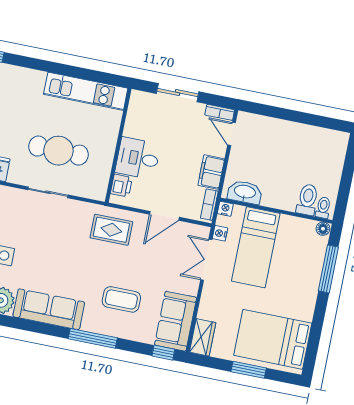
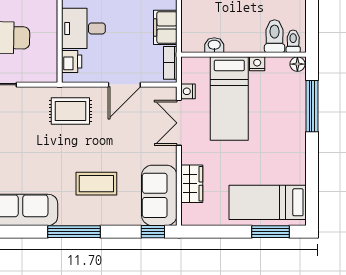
washbasin: (245, 192) -> (214, 45), width x0.52, depth x0.69
nightstand: (225, 209) -> (257, 64), moved
wardrobe: (203, 337) -> (192, 184), moved
bed: (273, 339) -> (268, 202), width x0.67
window: (249, 370) -> (271, 232), moved

